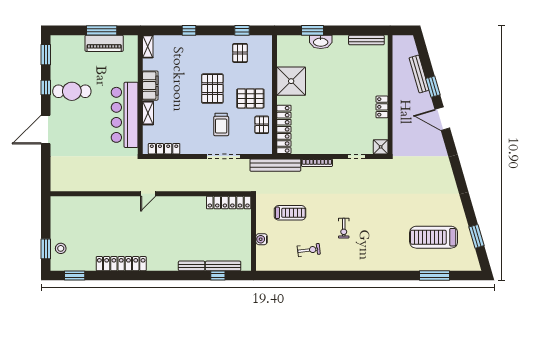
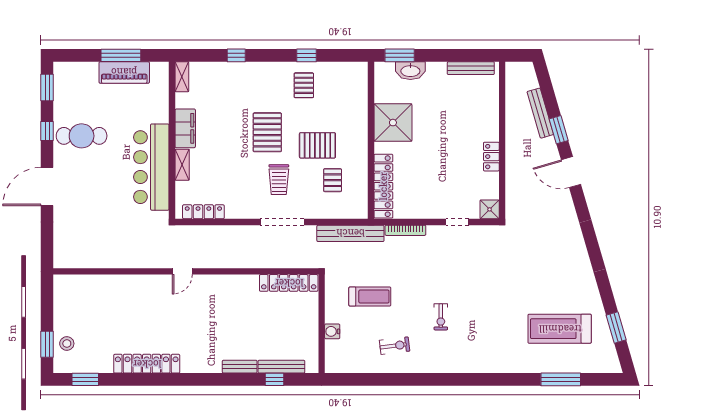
shower: (291, 81) -> (393, 123), moved
wall: (275, 95) -> (371, 140), moved
locker: (284, 129) -> (383, 186), moved

